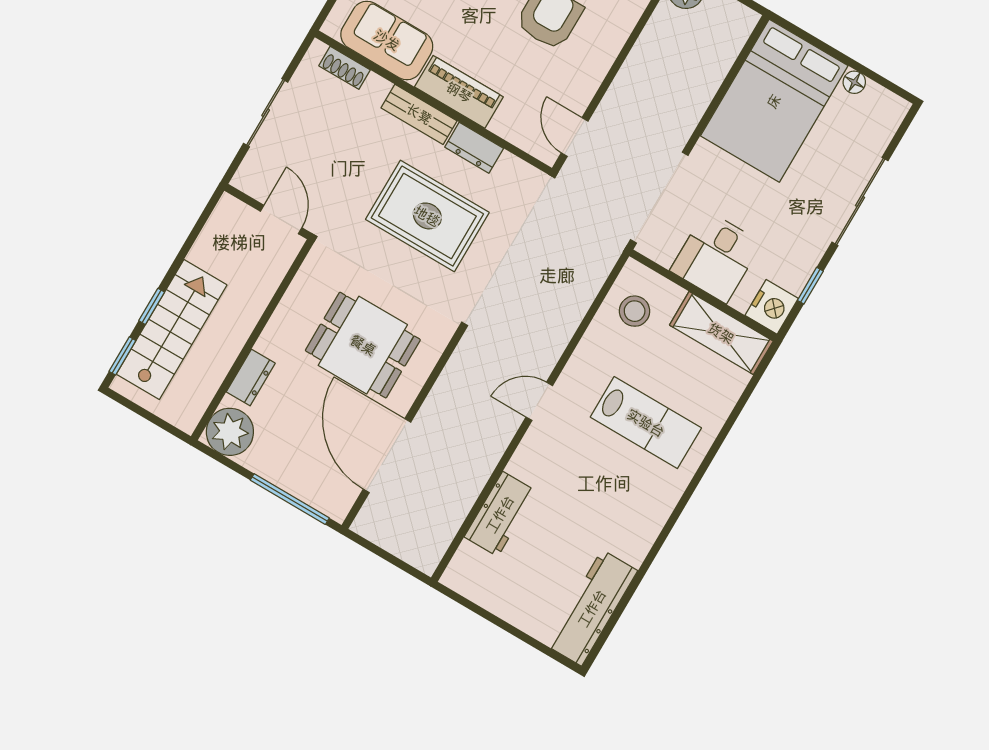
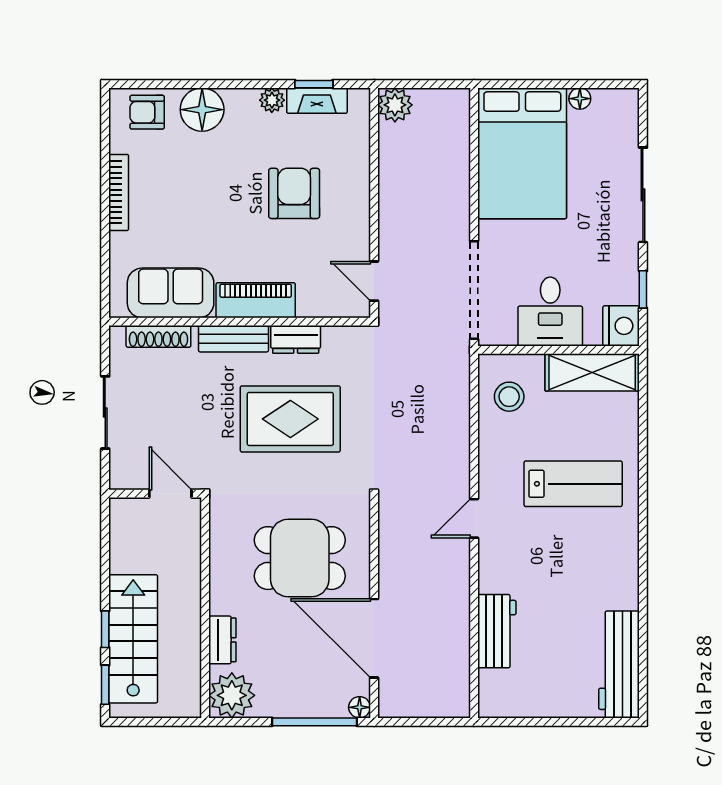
shoe rack: (345, 68) -> (158, 336), width x1.43
floor lamp: (338, 510) -> (360, 707), added

